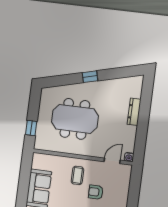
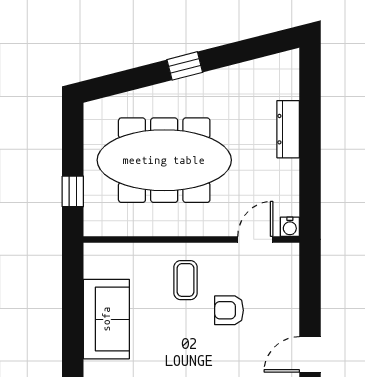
meeting table: (75, 119) -> (164, 160), width x1.36

